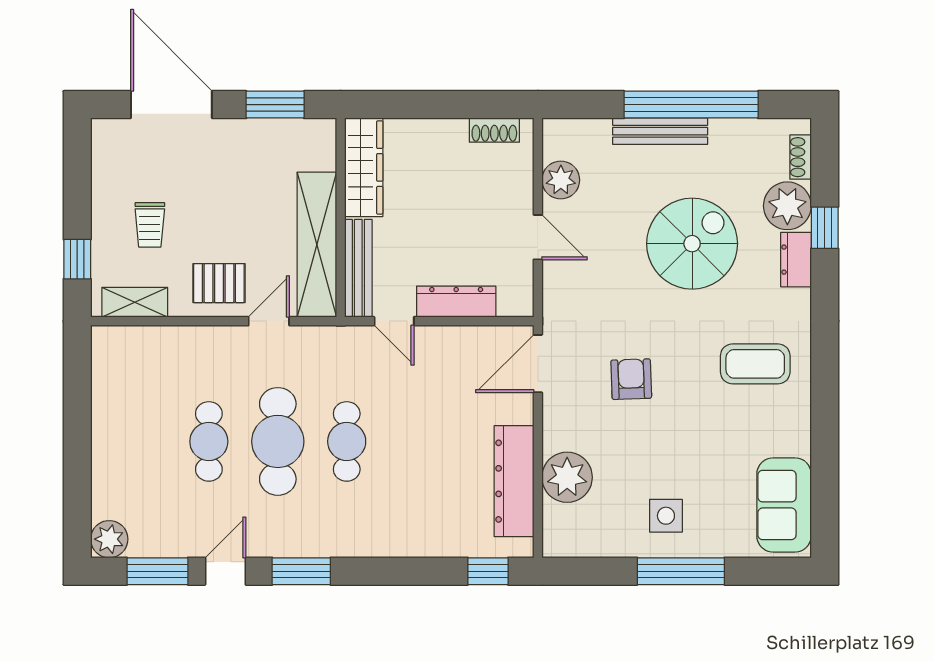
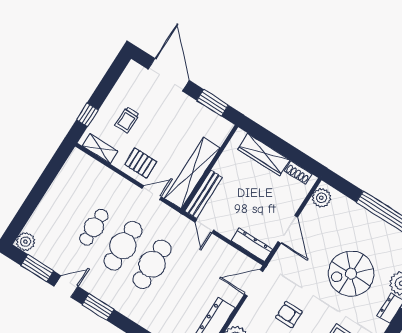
bench: (660, 131) -> (368, 218), removed
wardrobe: (364, 167) -> (264, 155), moved, turned 90
plant: (561, 180) -> (321, 198), moved
door: (538, 237) -> (288, 229), width x1.38
spiral stairs: (692, 244) -> (351, 274), turned 180
dresser: (456, 302) -> (252, 245), moved
armchair: (631, 379) -> (289, 314), turned -88
cafe table: (347, 441) -> (152, 264), width x1.37, depth x1.35

